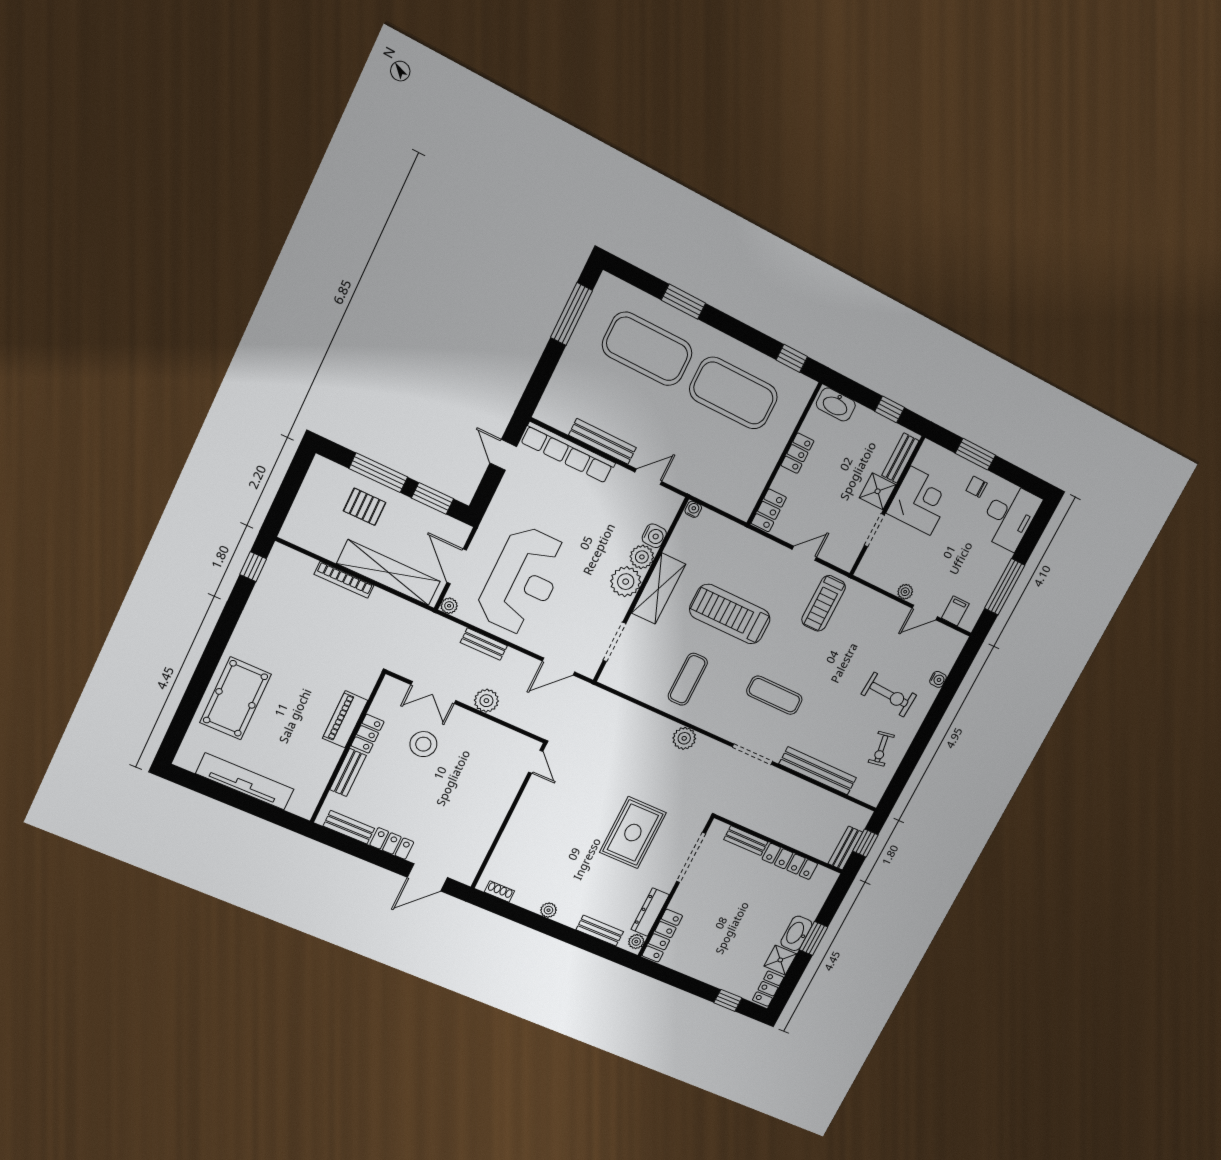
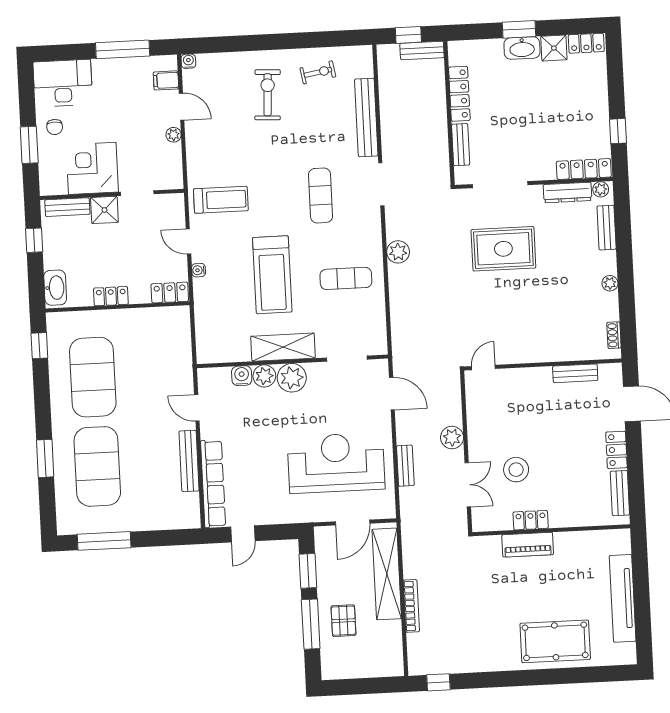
water cooler: (693, 509) -> (199, 270), moved
plant: (449, 606) -> (388, 511), removed
water cooler: (938, 679) -> (188, 61), moved
bench: (348, 773) -> (575, 373), moved
window: (728, 1000) -> (618, 131), moved

